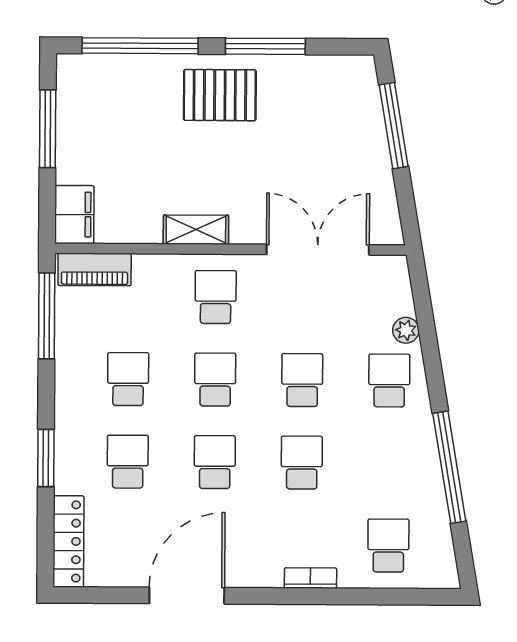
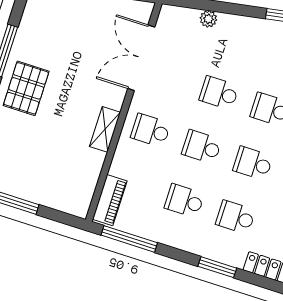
filing cabinet: (74, 215) -> (72, 202), removed
school desk: (389, 380) -> (236, 39), removed

